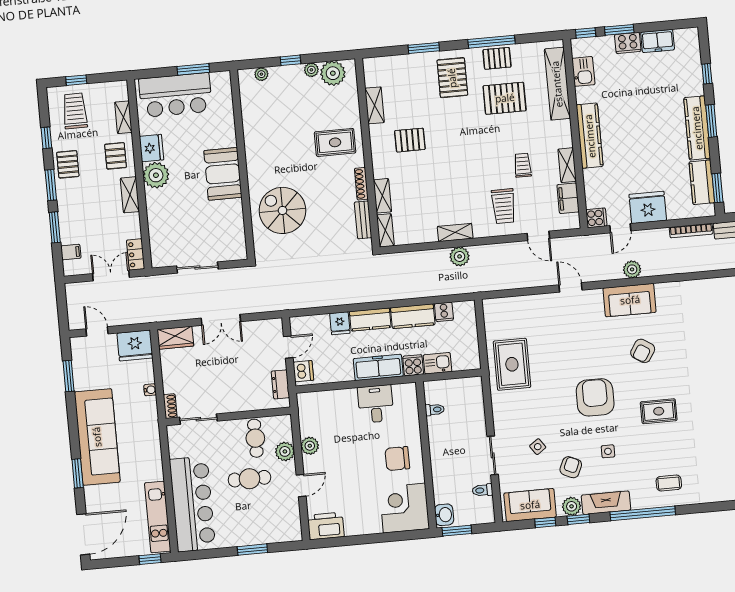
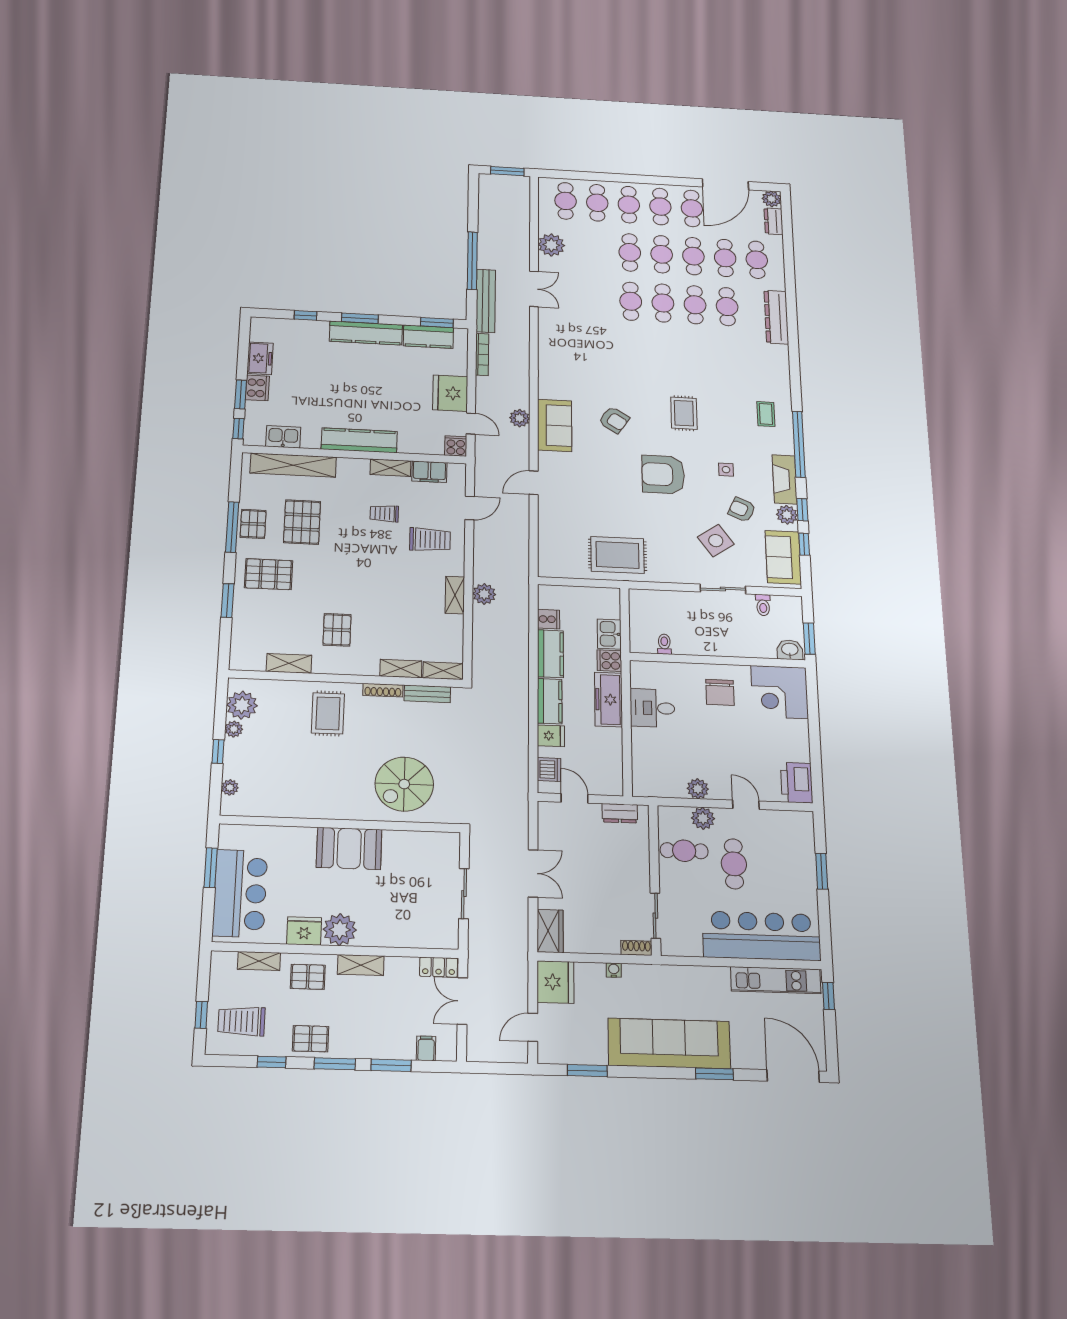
dishwasher: (303, 371) -> (549, 769), moved, turned 90
side table: (538, 447) -> (716, 541), width x1.87, depth x1.87

